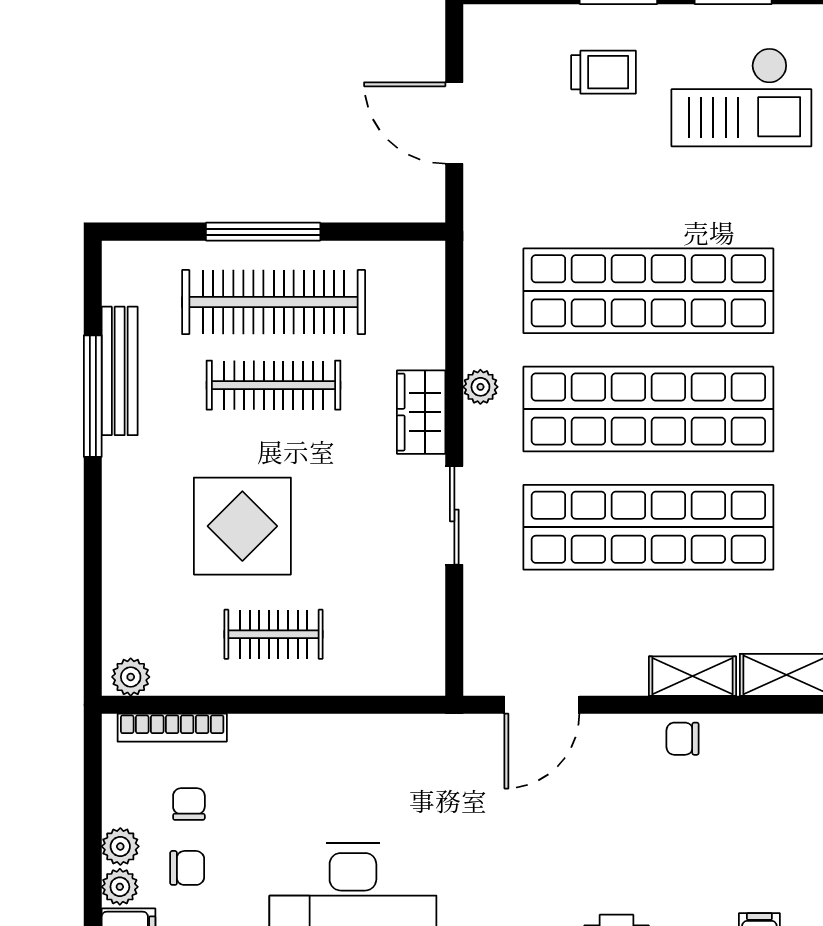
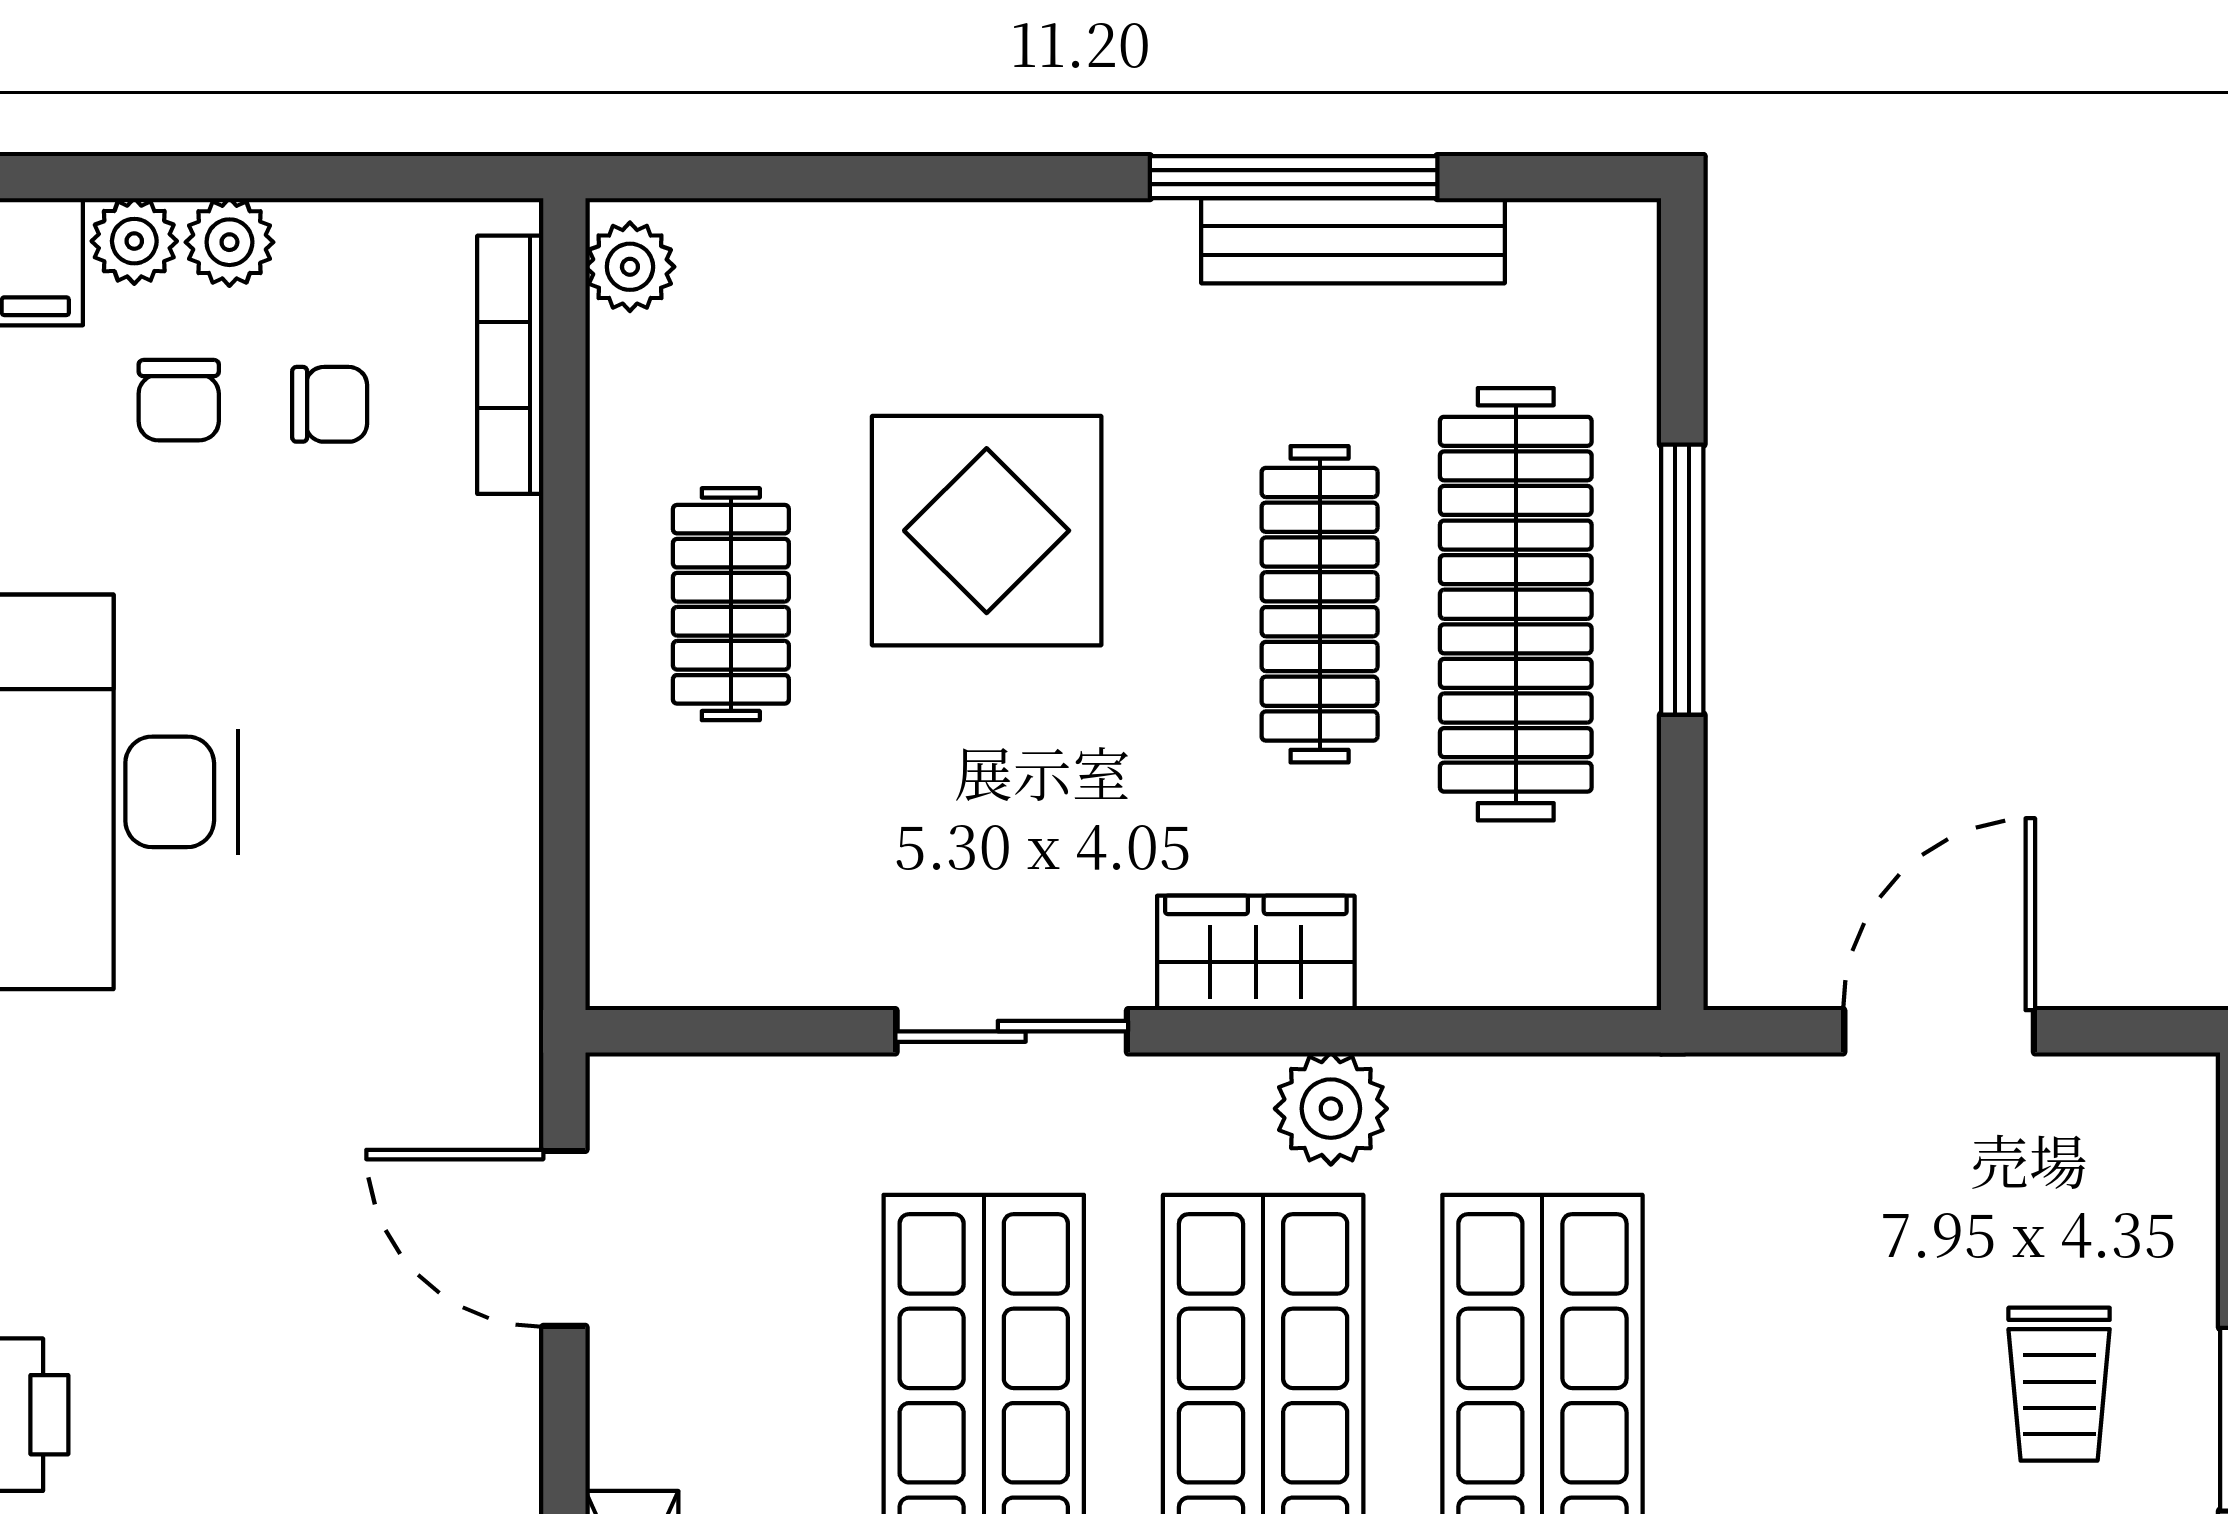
plant: (480, 387) -> (1331, 1109), width x1.38, depth x1.38

